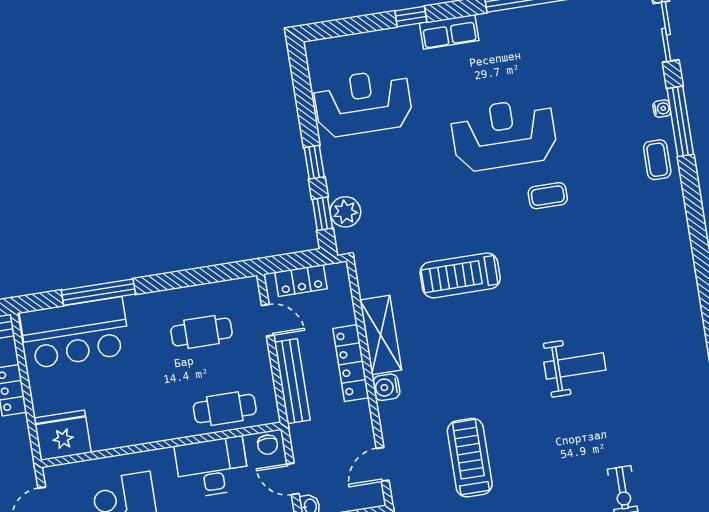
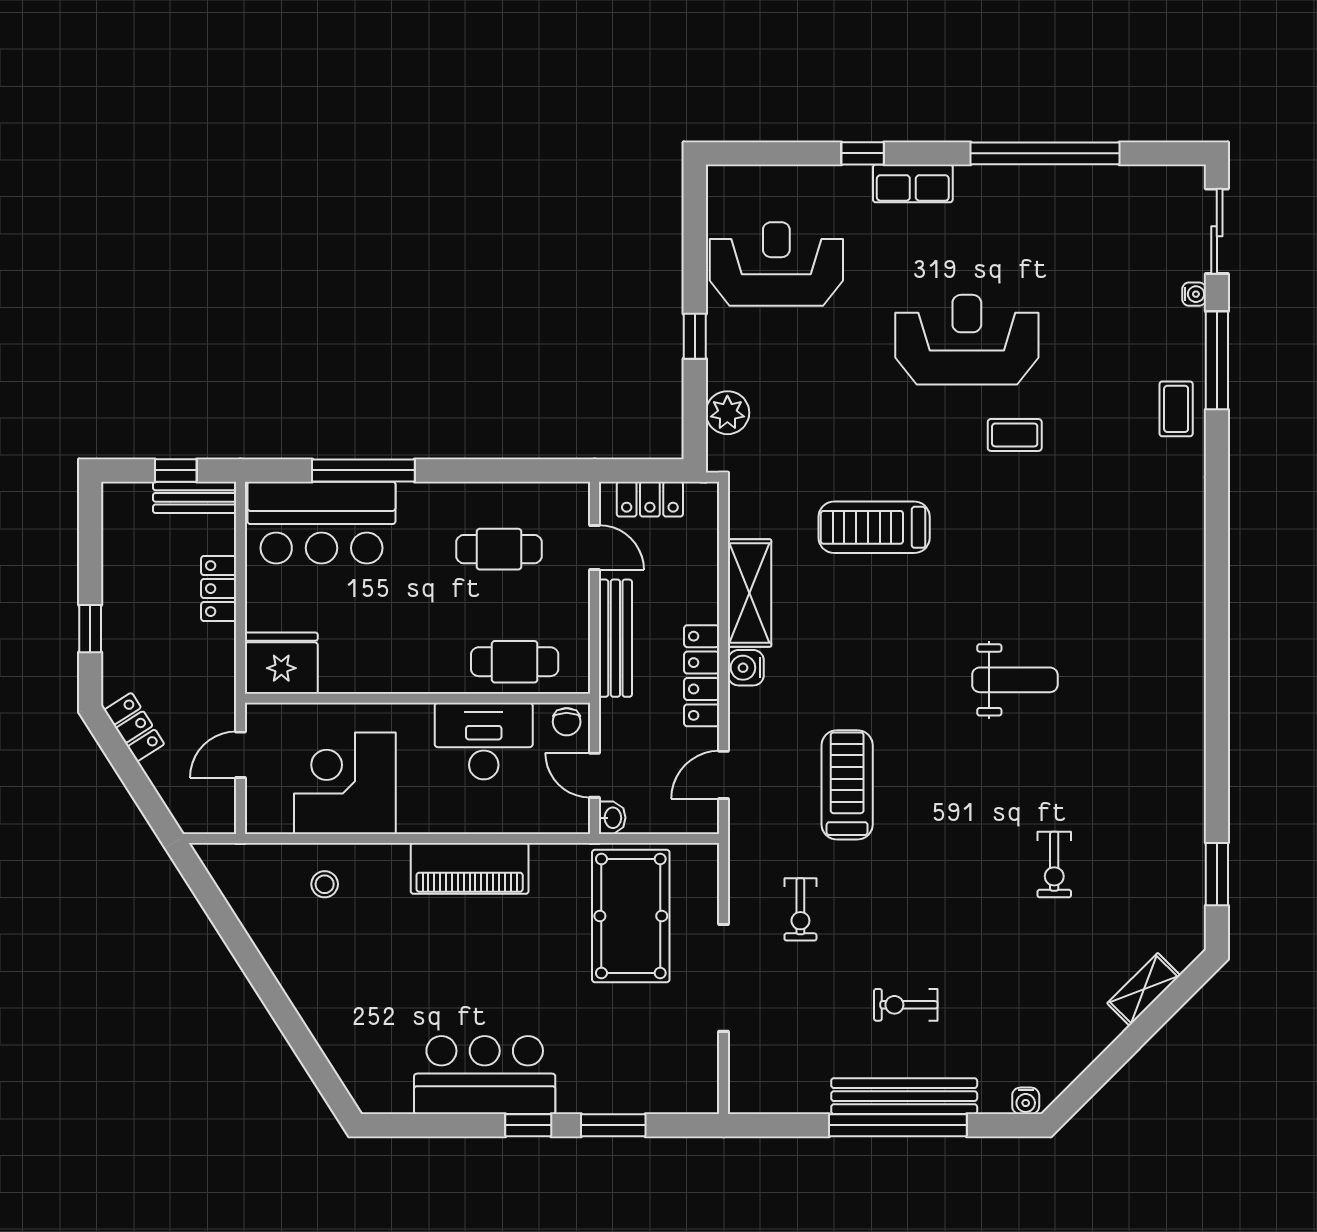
water cooler: (662, 109) -> (1194, 294), moved
window: (322, 214) -> (695, 410), removed
locker: (351, 363) -> (702, 676), moved

